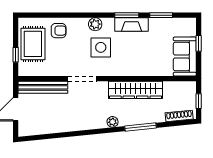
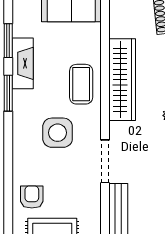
plant: (95, 24) -> (22, 141), removed
fireplace: (132, 24) -> (23, 63), moved
coffee table: (133, 63) -> (81, 84), added

